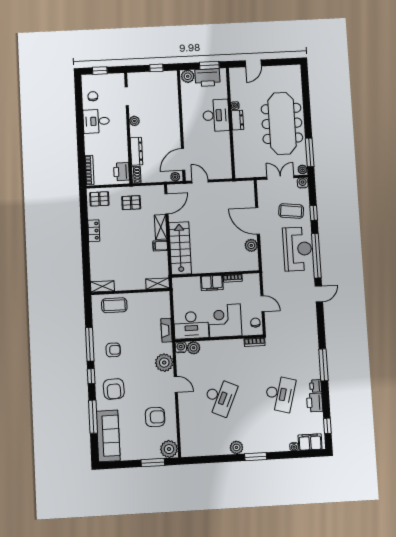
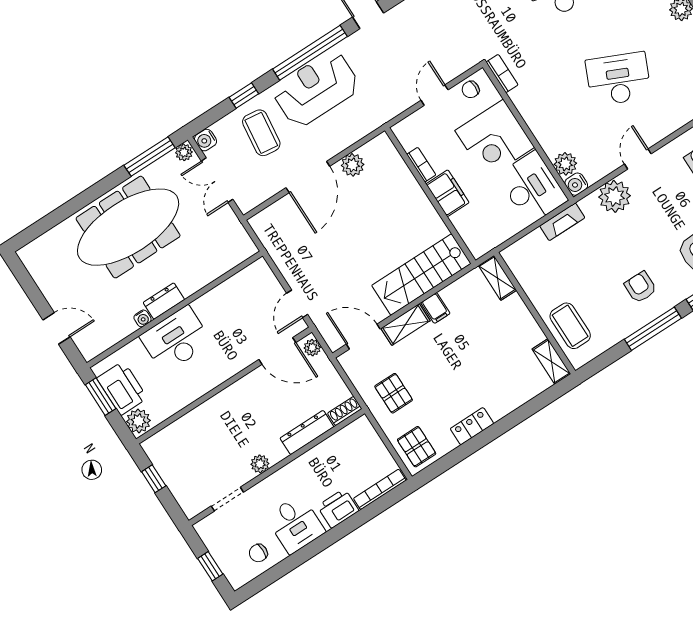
printer: (122, 172) -> (338, 508), moved, turned 180

